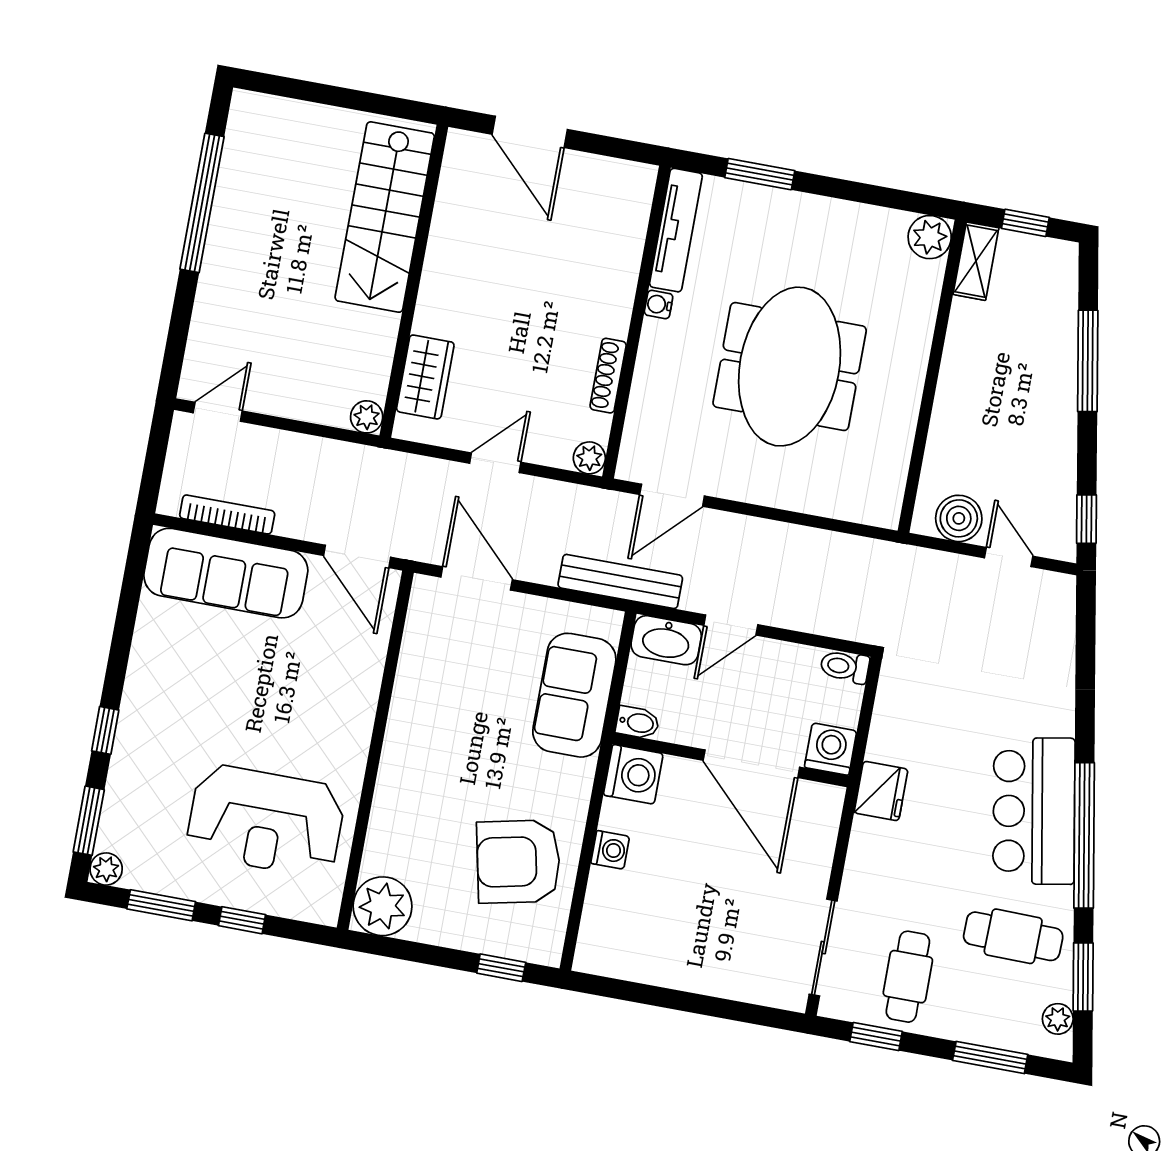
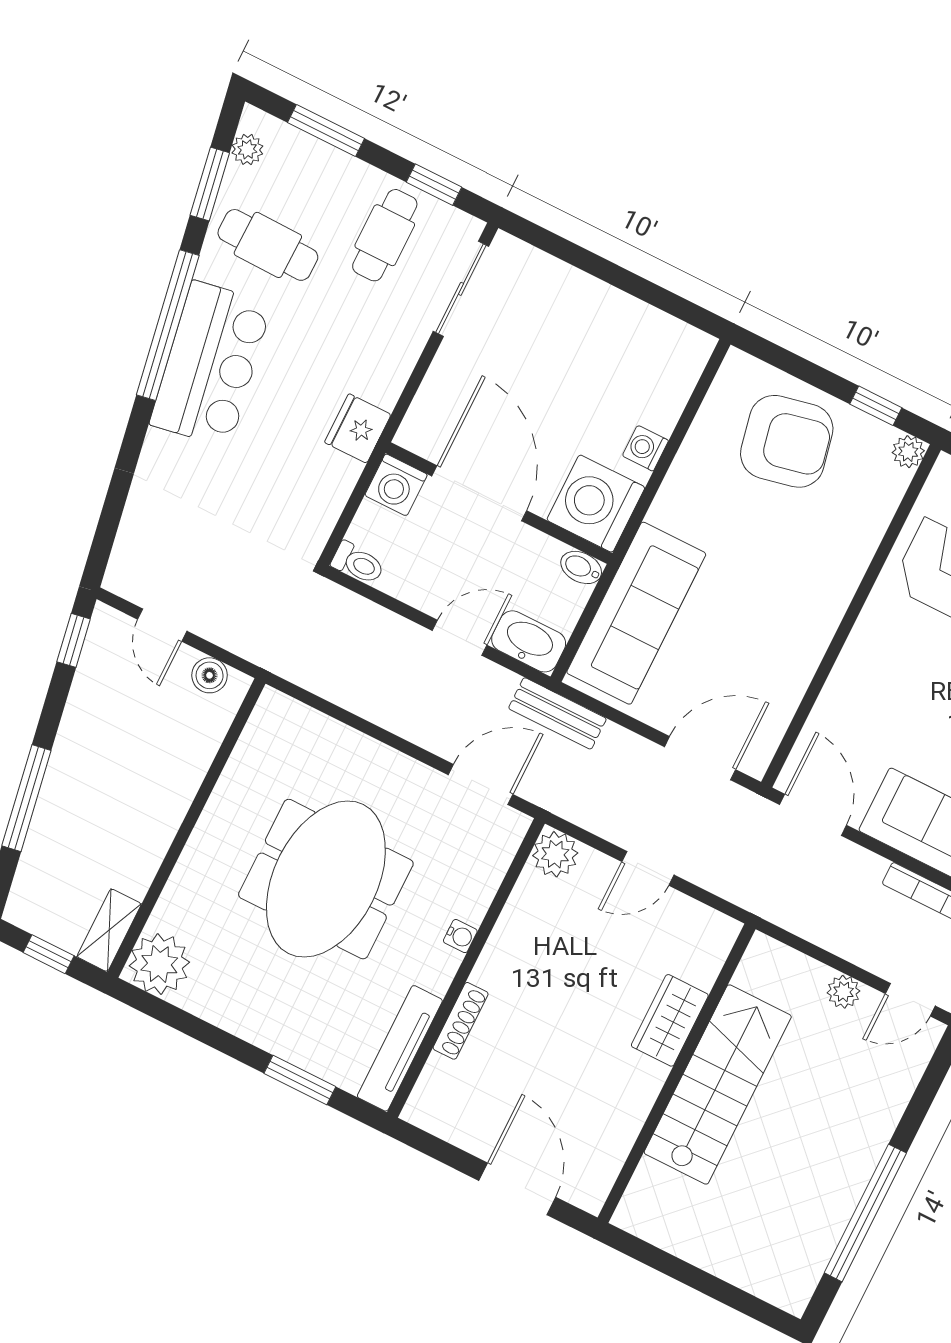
stairs: (385, 217) -> (718, 1085), moved
plant: (930, 237) -> (159, 964), width x1.36, depth x1.36
water cooler: (659, 304) -> (460, 936), moved
shoe rack: (608, 376) -> (461, 1021), moved
wardrobe: (425, 377) -> (670, 1020), moved
plant: (367, 417) -> (844, 992), moved
plant: (589, 458) -> (555, 854), width x1.38, depth x1.38
boiler: (959, 518) -> (210, 675), width x0.73, depth x0.73
door: (477, 578) -> (700, 758), swing flipped
bench: (620, 581) -> (557, 713), width x0.73
sofa: (574, 695) -> (636, 613), width x1.36
washing machine: (633, 774) -> (596, 504), width x1.37, depth x1.37
armchair: (518, 862) -> (787, 441), moved
plant: (383, 906) -> (908, 452), width x0.53, depth x0.53
window: (501, 968) -> (876, 406), moved

